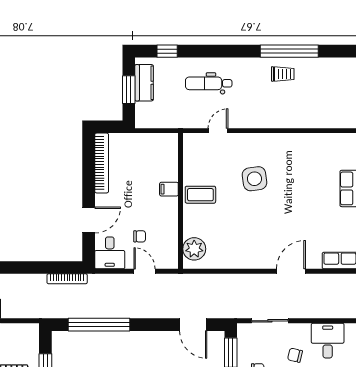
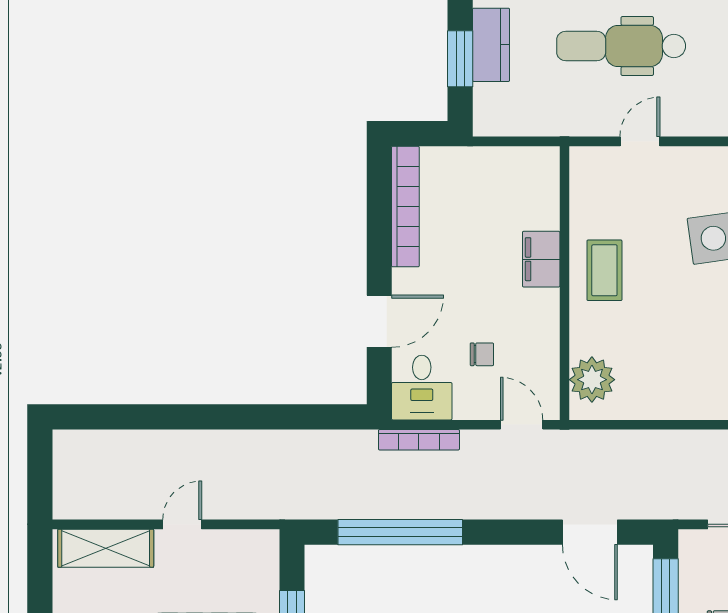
dental chair: (209, 83) -> (621, 46), width x1.36, depth x1.38
filing cabinet: (169, 189) -> (541, 259), width x2.00
coffee table: (200, 195) -> (604, 270), turned 90
door: (145, 271) -> (522, 425), moved
bookcase: (67, 279) -> (419, 440), moved

